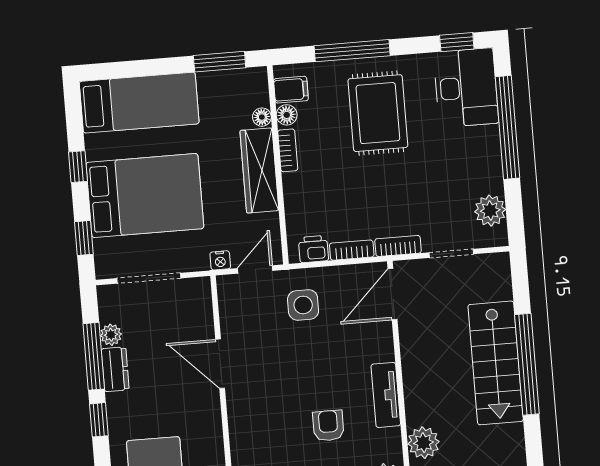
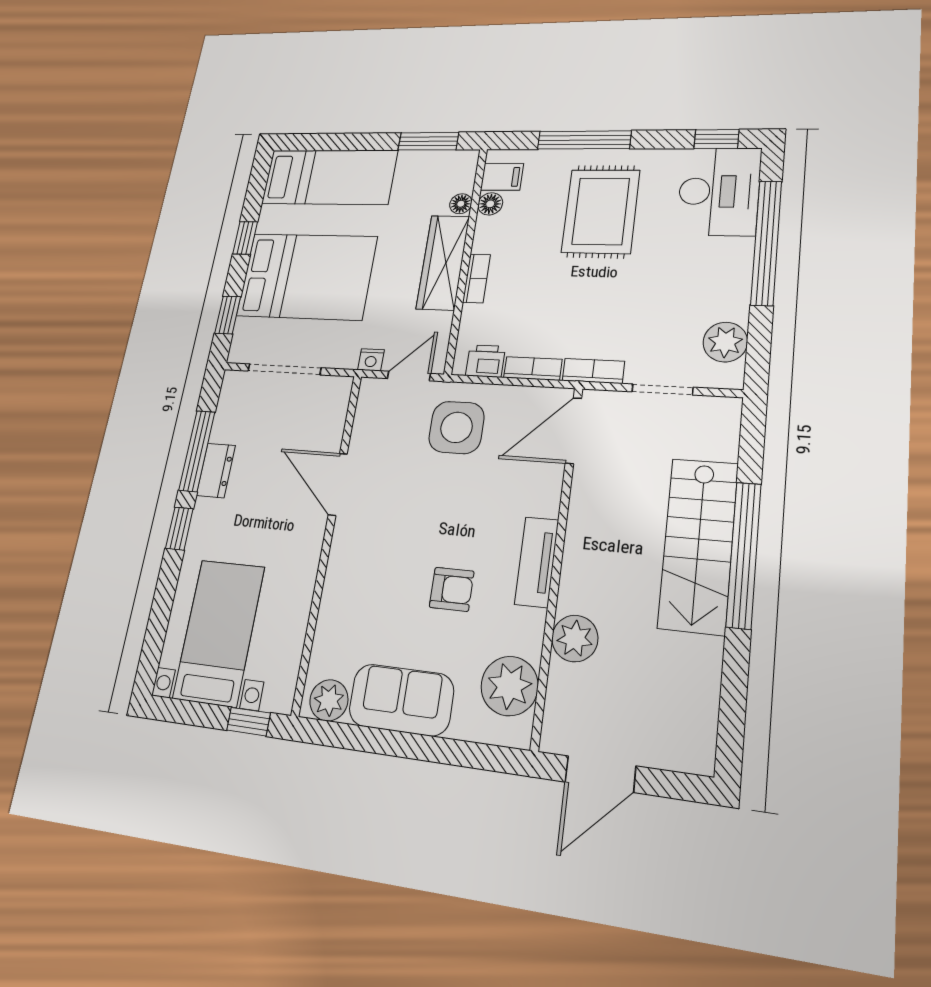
bookcase: (288, 150) -> (476, 278), moved
side table: (303, 305) -> (456, 427), width x1.37, depth x1.37
plant: (111, 335) -> (223, 429), removed
armchair: (328, 426) -> (452, 589), turned 90

